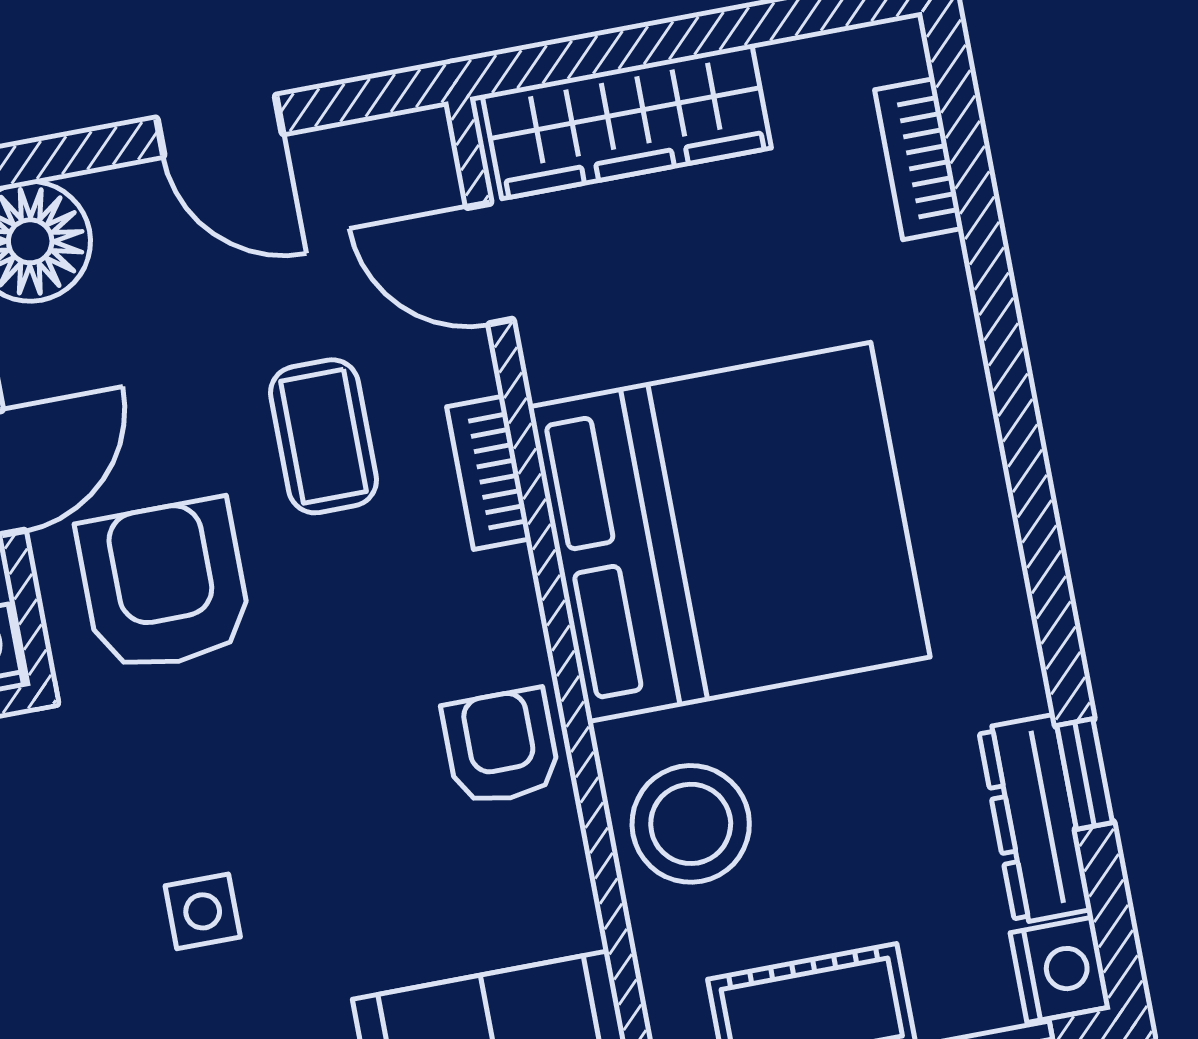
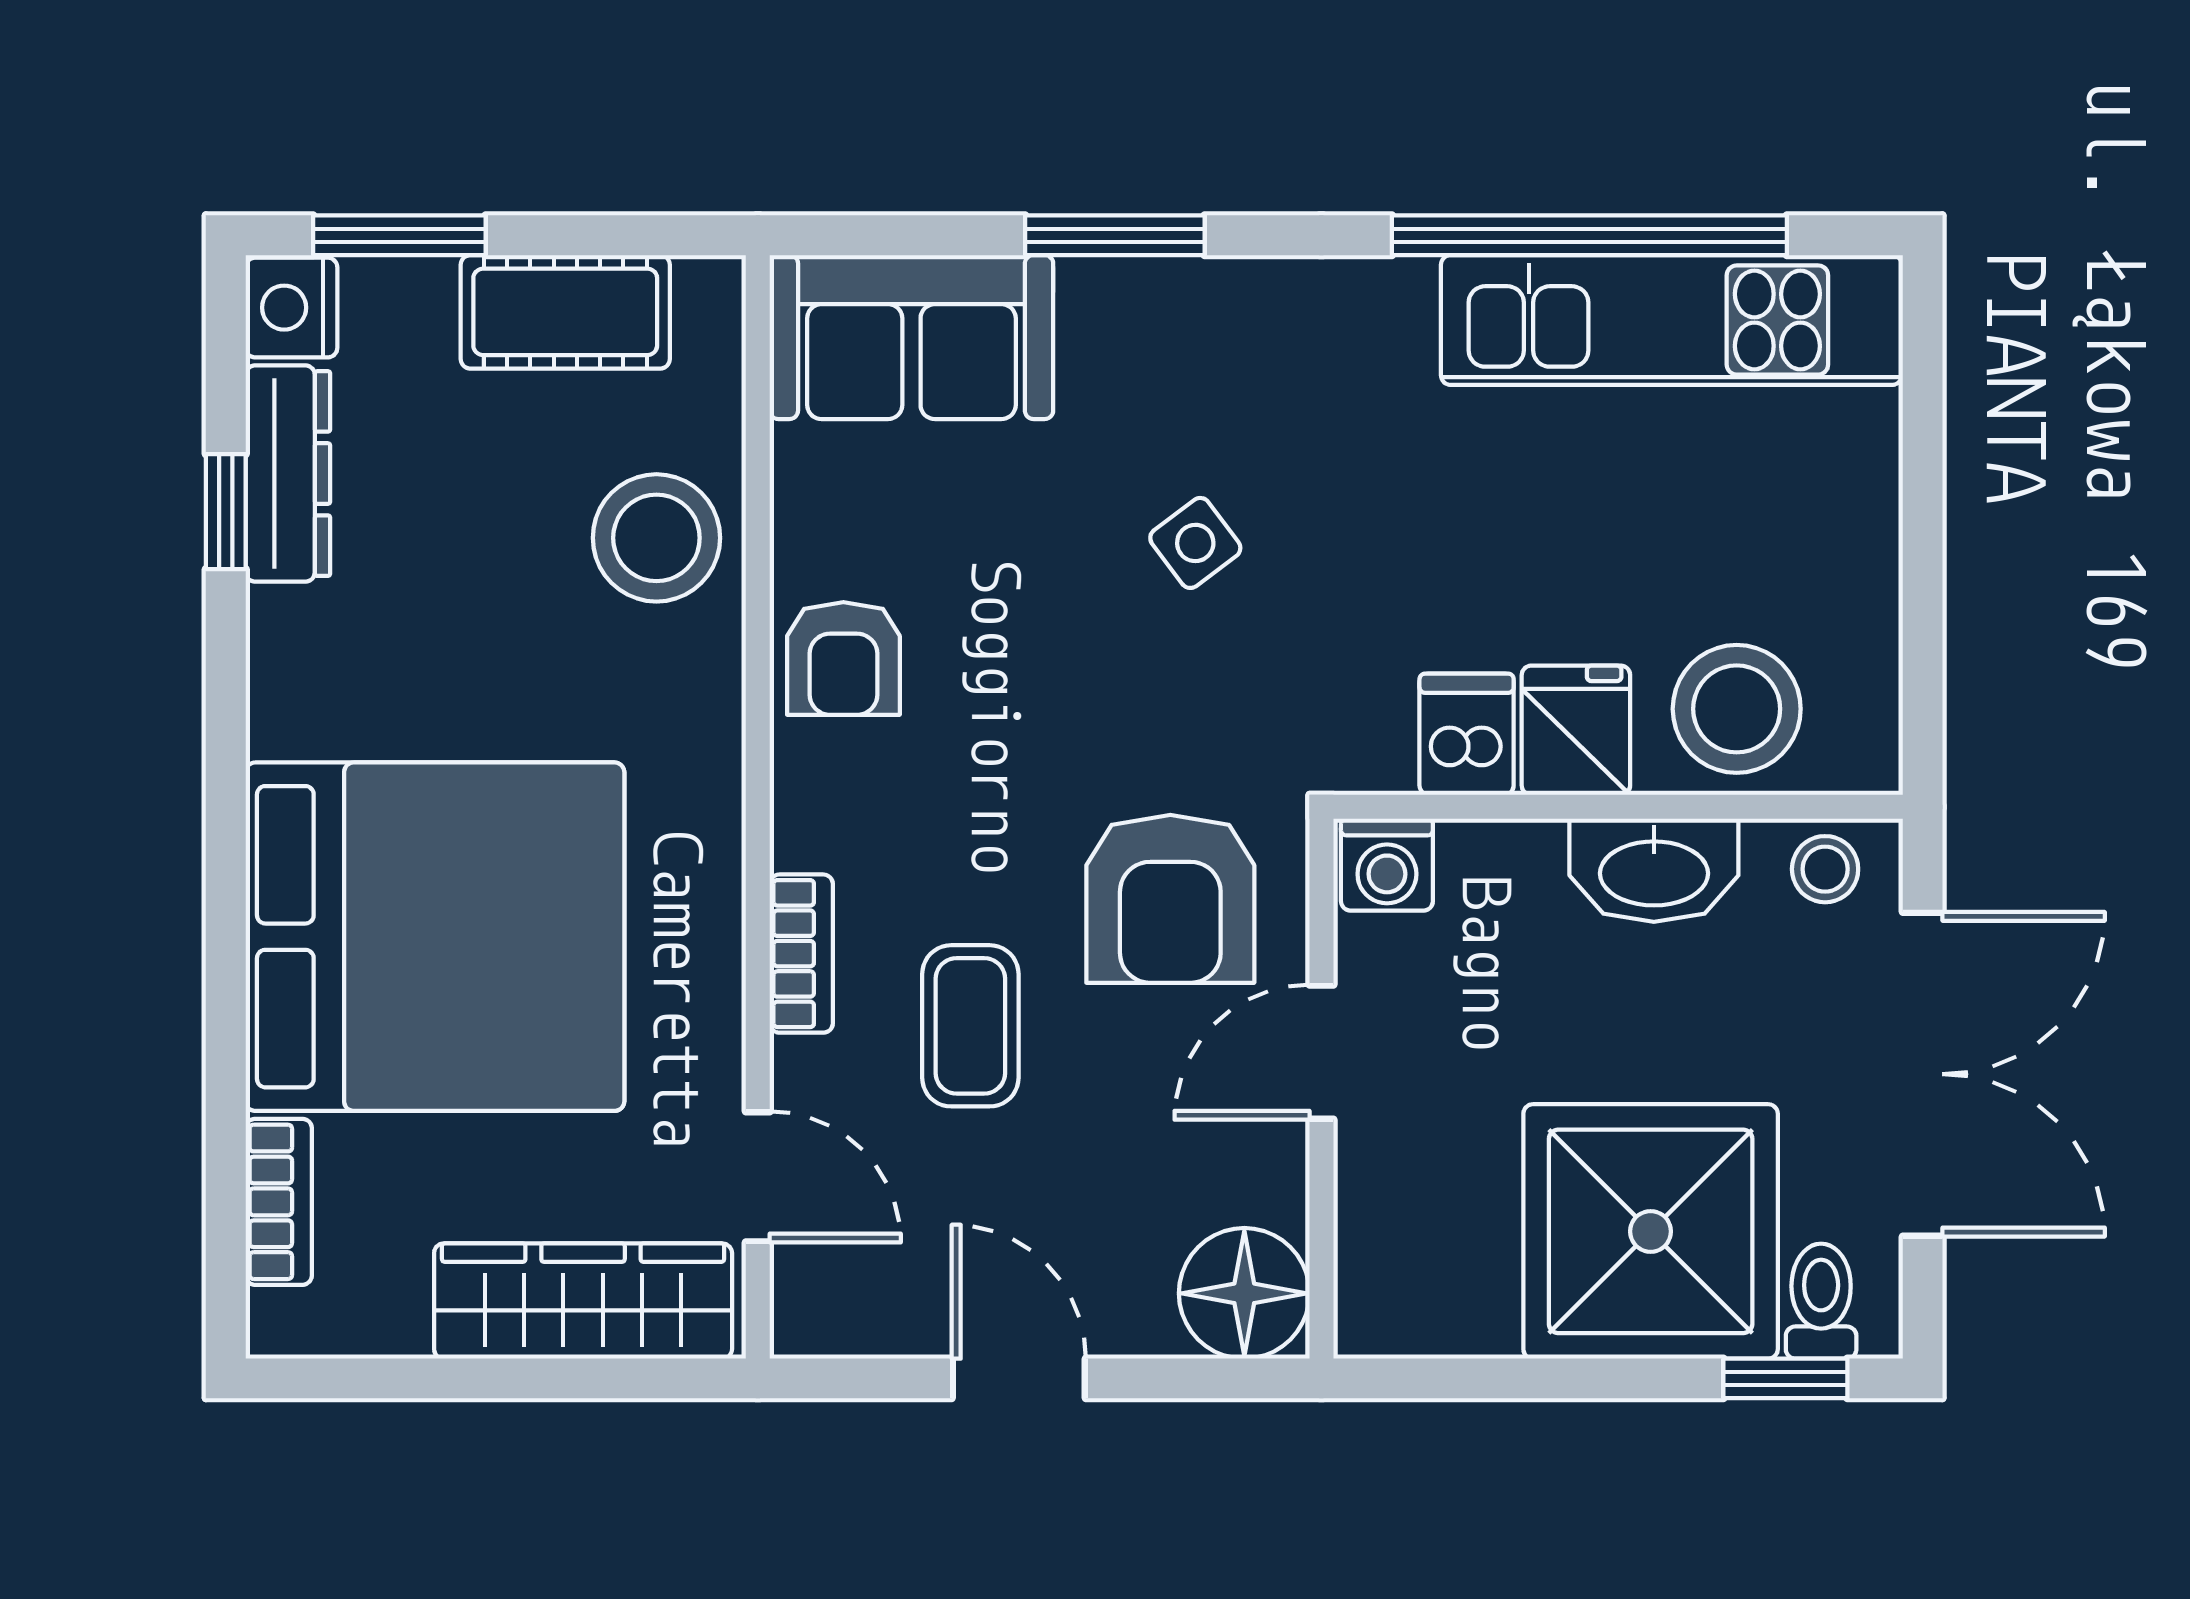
bed: (729, 532) -> (435, 937), moved, turned 180
side table: (203, 911) -> (1195, 543), turned -37

